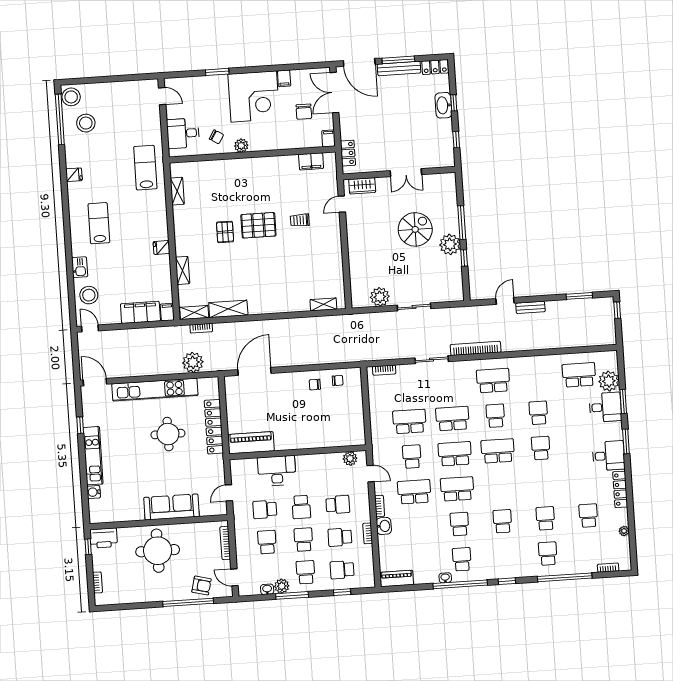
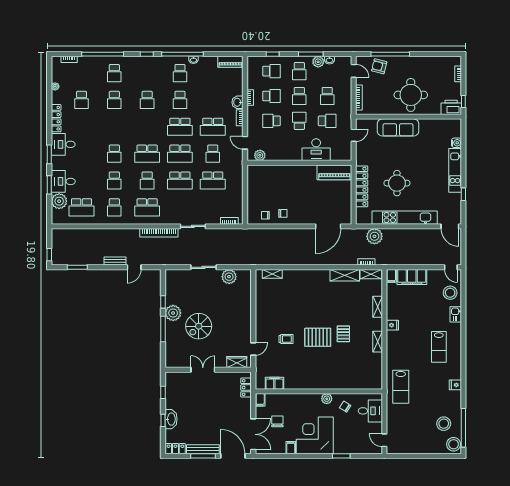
shelving: (177, 191) -> (378, 342), moved
school desk: (536, 378) -> (114, 207), added

